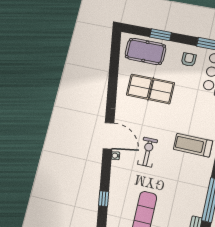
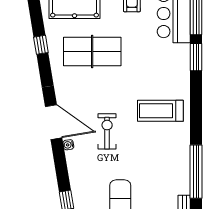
window: (113, 76) -> (41, 45), added

